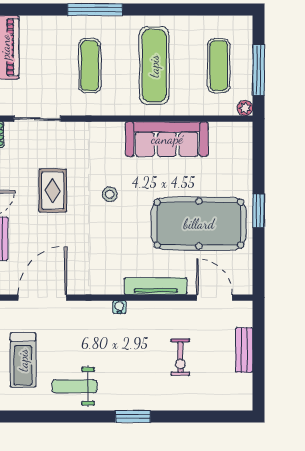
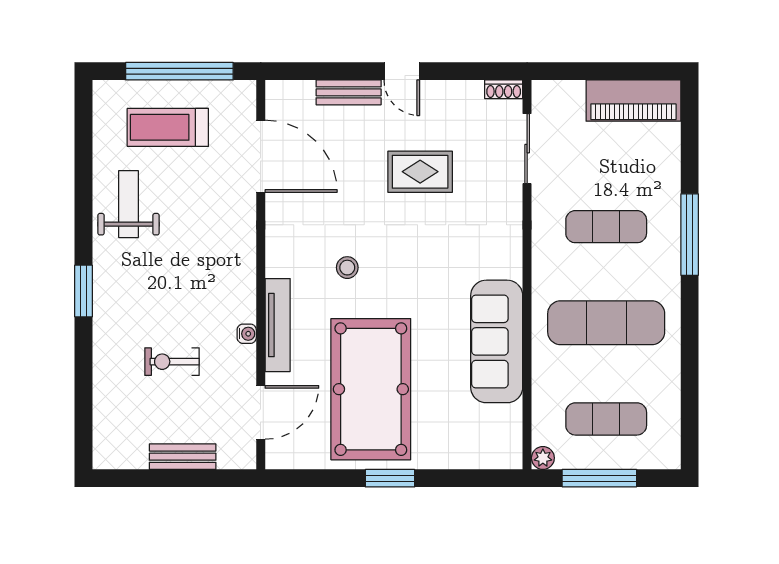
stool: (110, 194) -> (347, 268), moved
water cooler: (119, 307) -> (247, 334), moved

